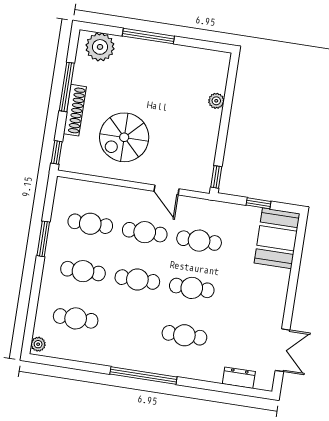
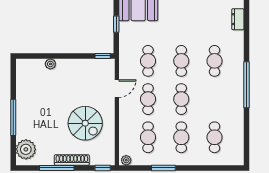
plant: (38, 344) -> (126, 160), moved

